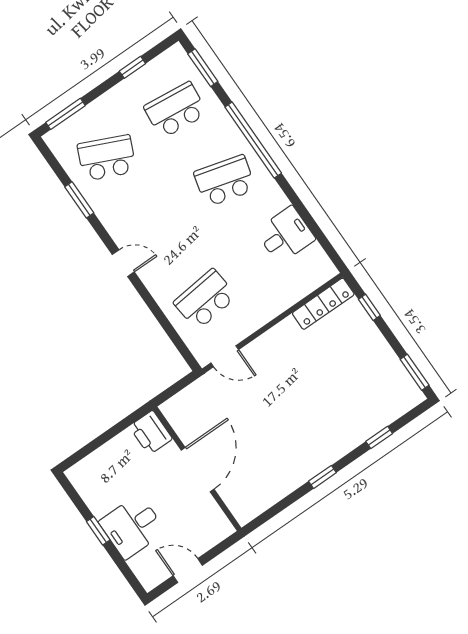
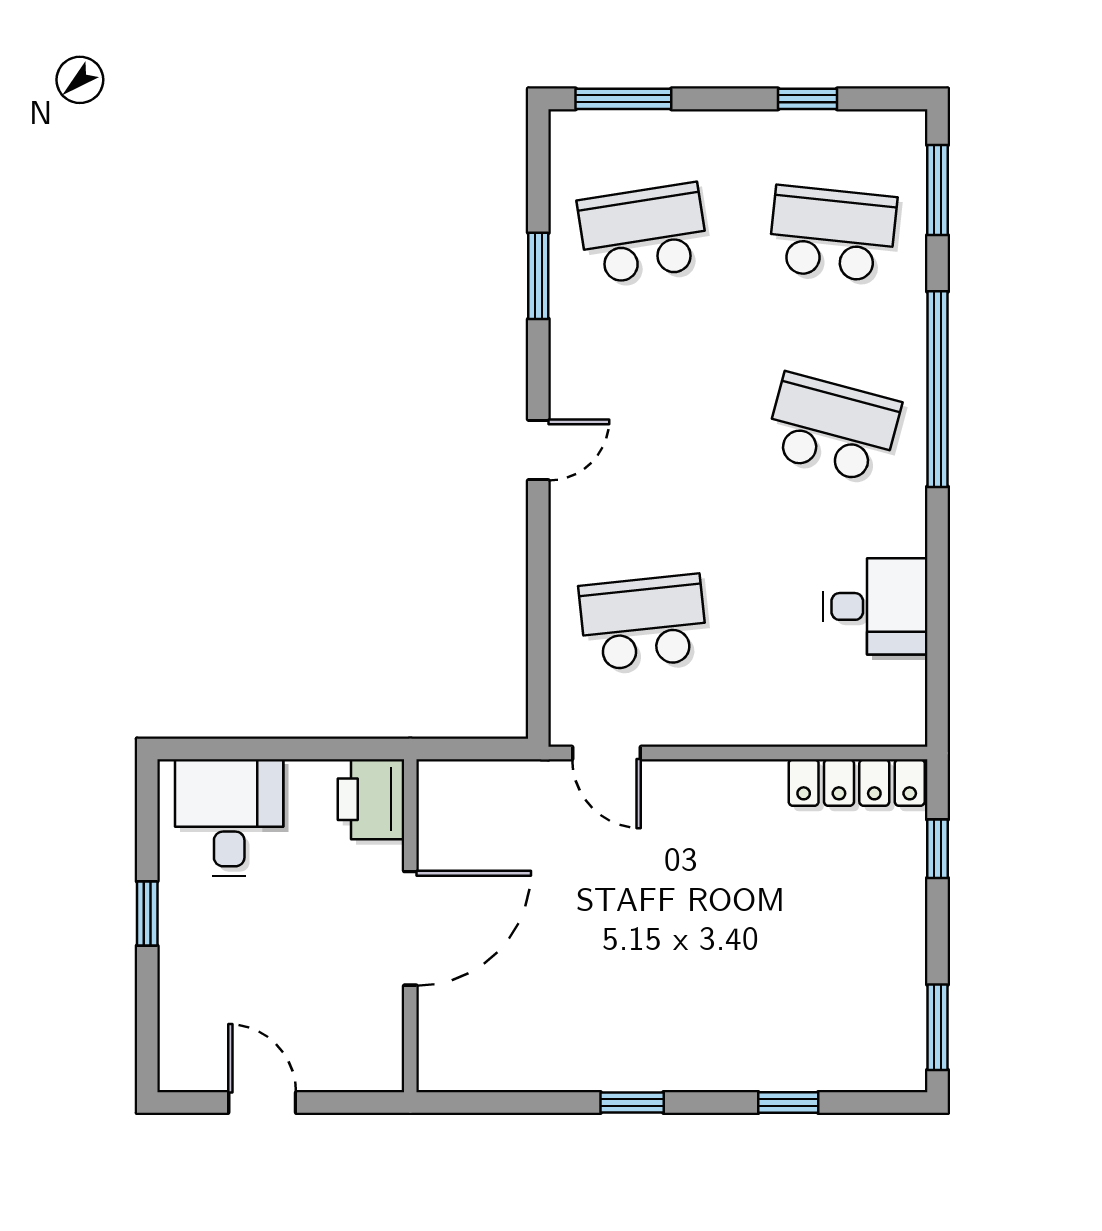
school desk: (107, 158) -> (643, 234), turned -33
door: (123, 263) -> (538, 450), hinge flipped
desk: (132, 527) -> (229, 817), moved, turned 90

